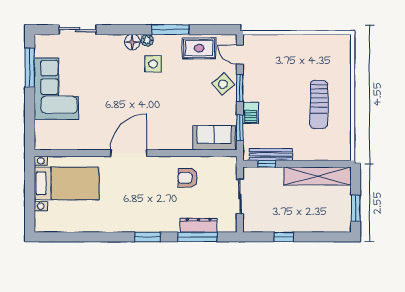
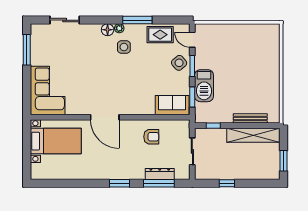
corner sofa: (56, 89) -> (48, 91), moved
sun lounger: (319, 105) -> (254, 79), removed
barbecue: (251, 113) -> (204, 86), width x1.88, depth x1.53
door: (129, 153) -> (105, 117), swing flipped
bench: (271, 155) -> (250, 118), moved
armchair: (188, 178) -> (151, 137), turned 180

